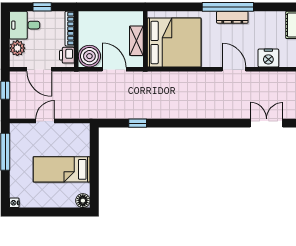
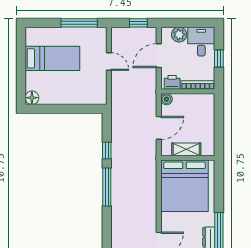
boiler: (89, 56) -> (166, 99), width x0.54, depth x0.54
window: (175, 123) -> (107, 187), added
bed: (62, 169) -> (52, 58), moved, turned 90
nightstand: (14, 203) -> (30, 32), removed

